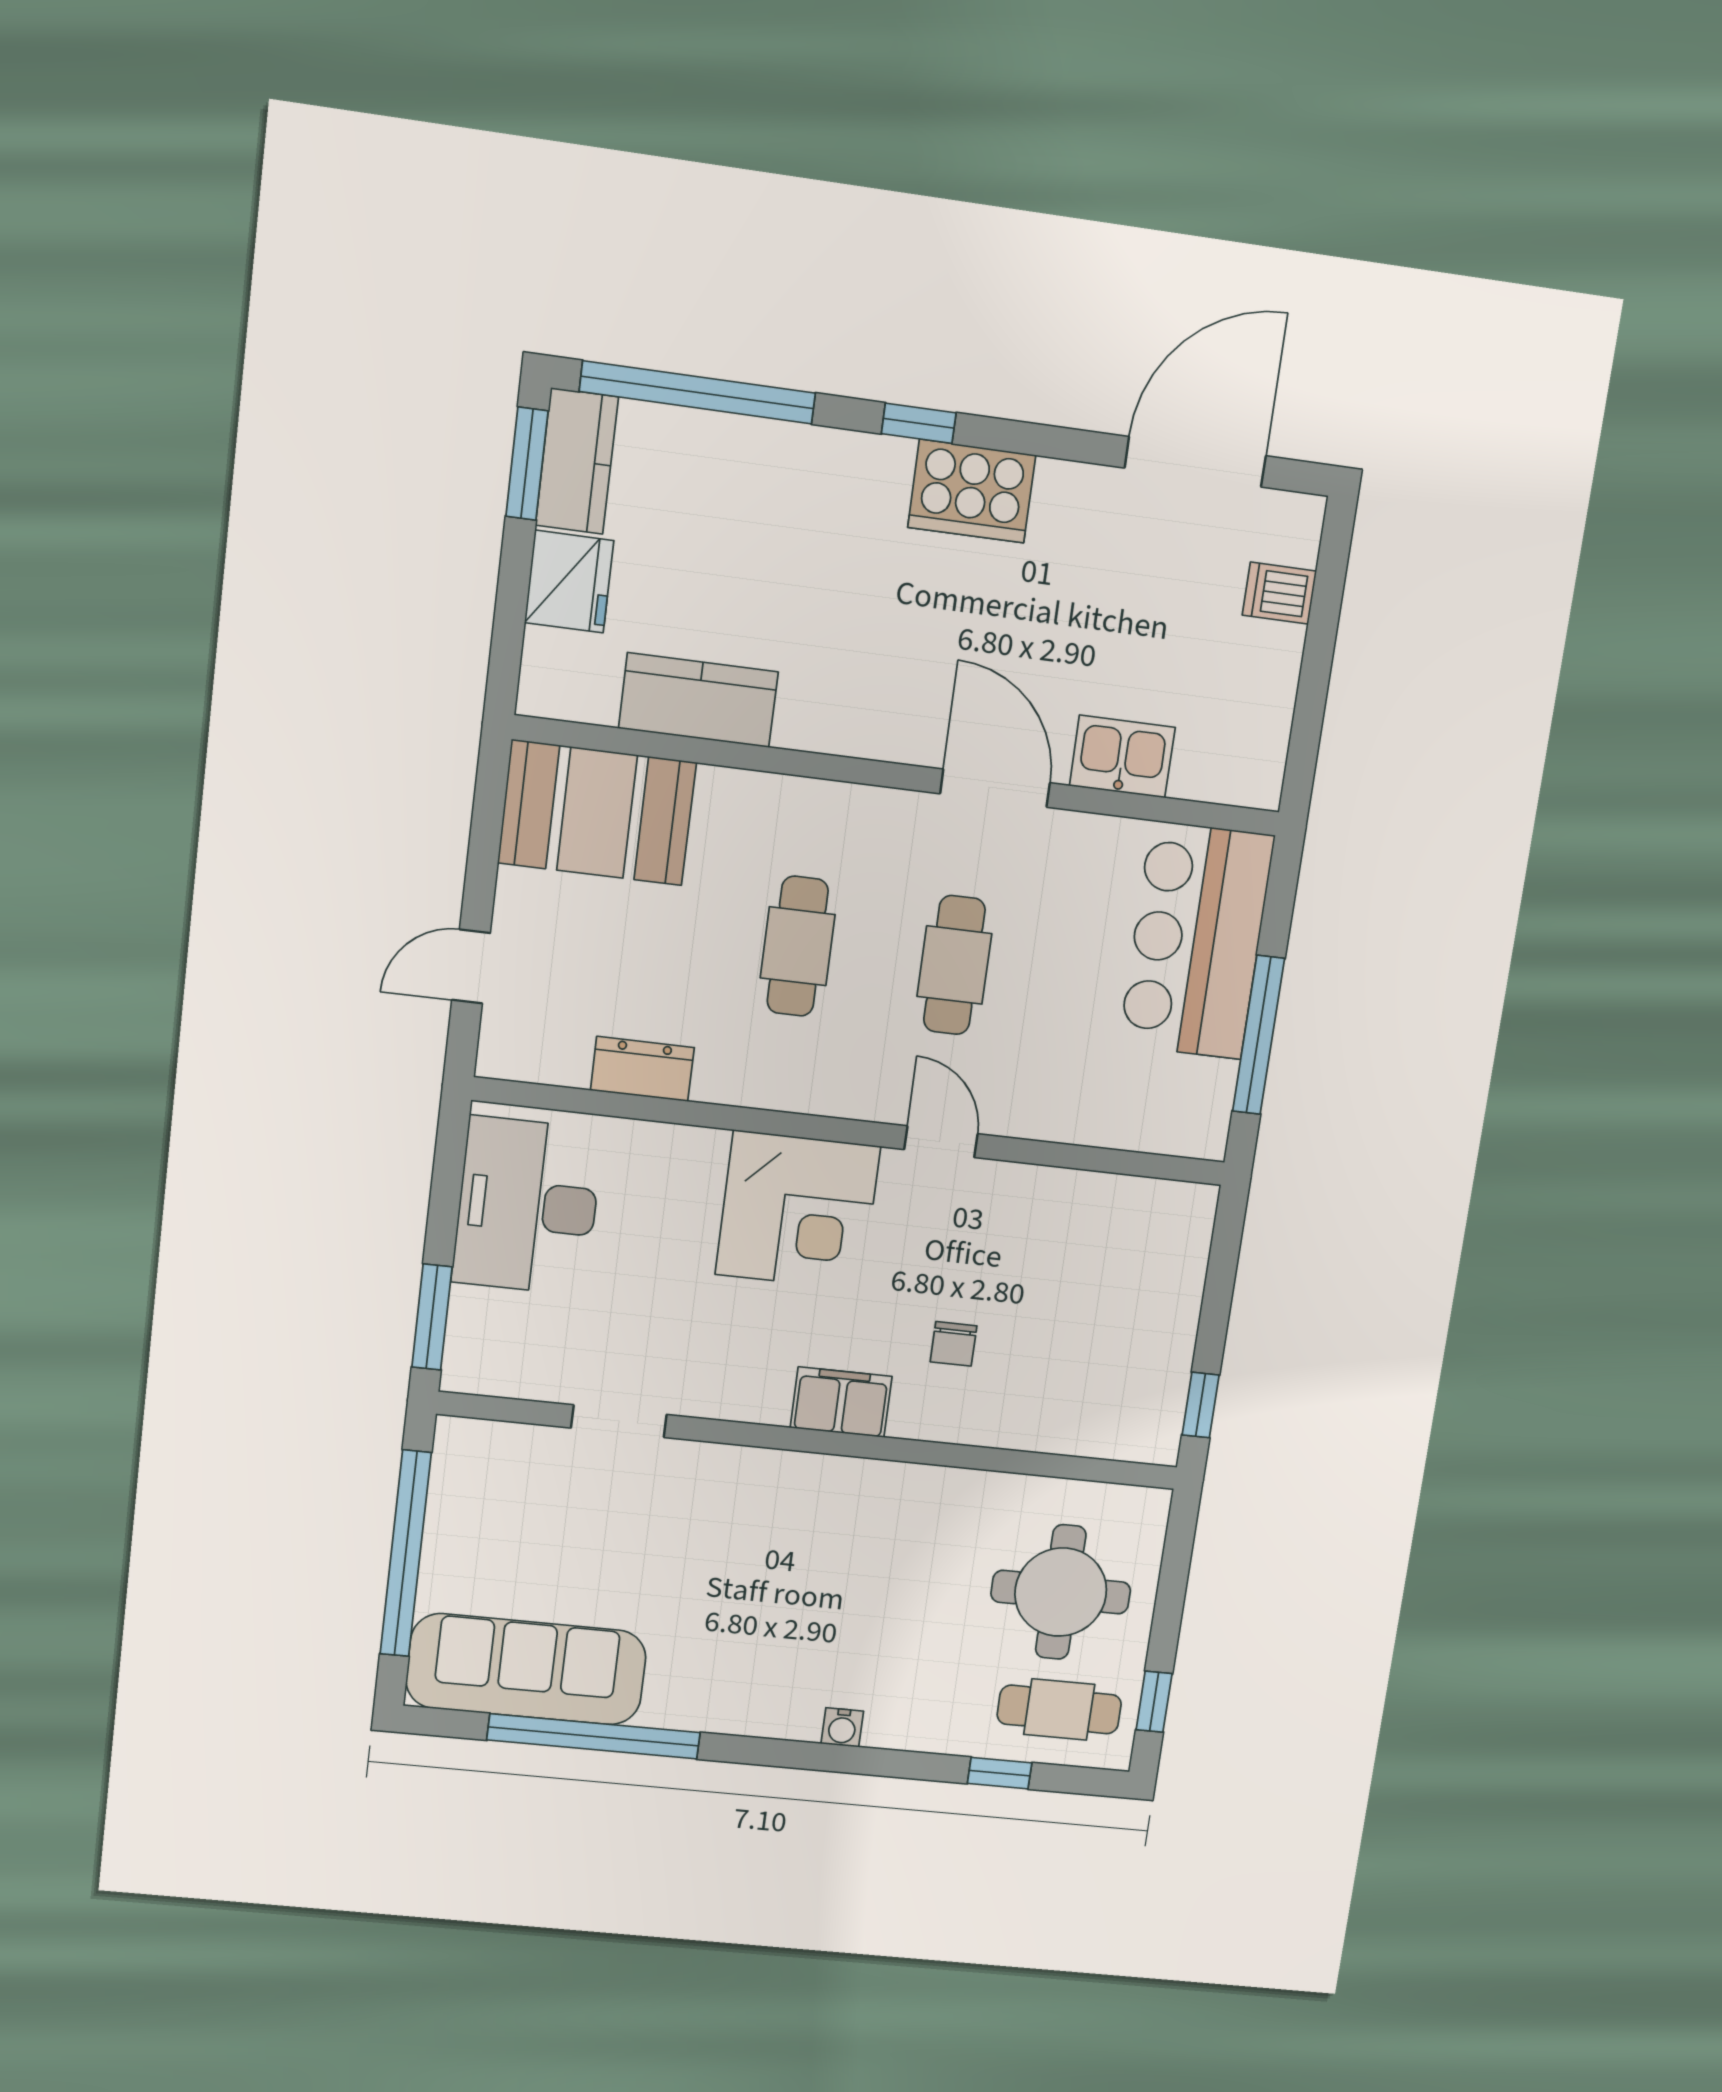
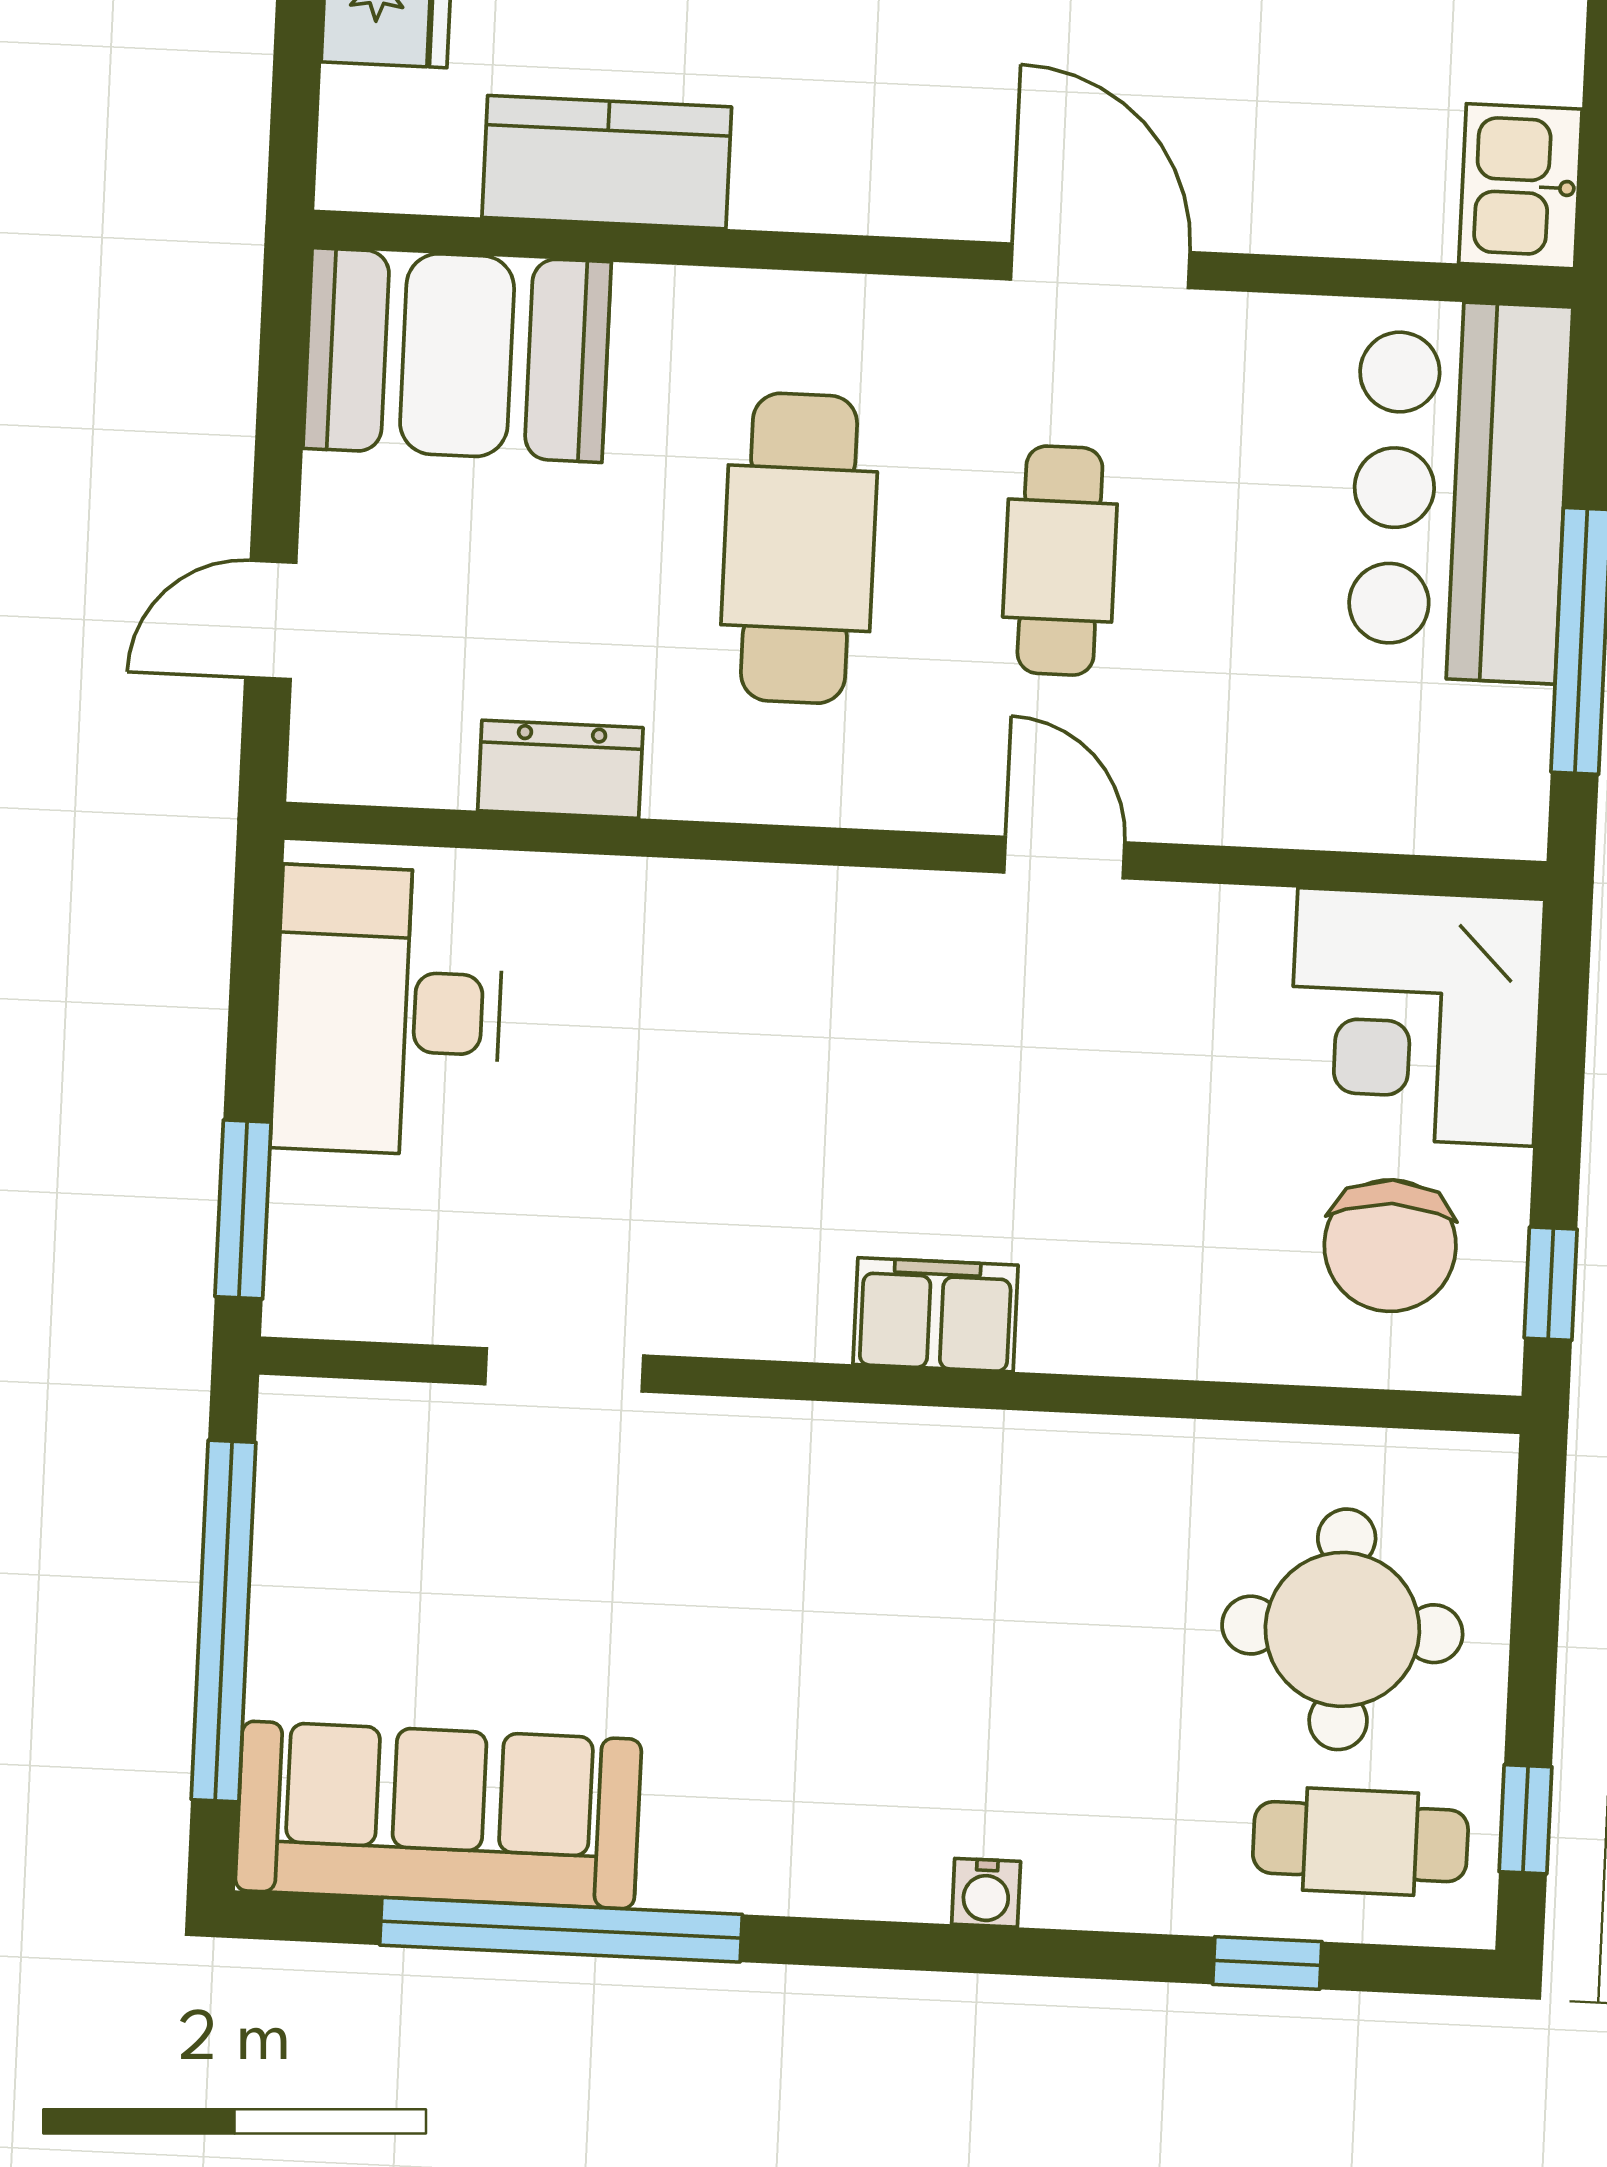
kitchen sink: (1122, 757) -> (1520, 186), moved, turned -90
cafe table: (798, 946) -> (799, 548), width x1.37, depth x1.35
corner desk: (798, 1210) -> (1416, 1017), moved, turned 90
chair: (954, 1344) -> (1390, 1246), moved, width x1.87, depth x1.87

